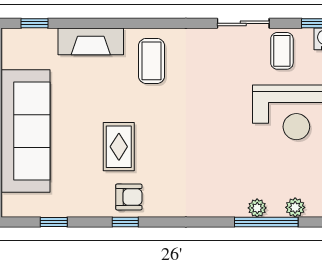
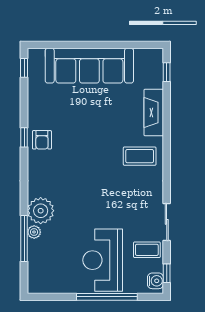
rug: (119, 147) -> (78, 133), removed
plant: (295, 207) -> (41, 211), moved, width x1.88, depth x1.88
window: (54, 222) -> (24, 68), moved

